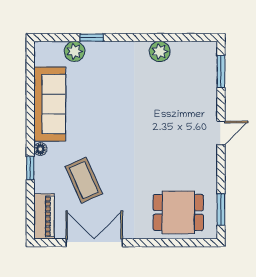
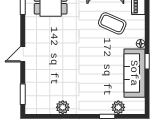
window: (30, 168) -> (147, 61), moved
coffee table: (84, 180) -> (112, 23), turned -42

